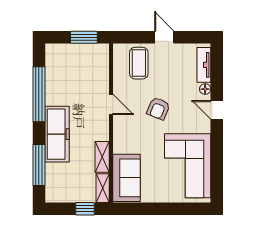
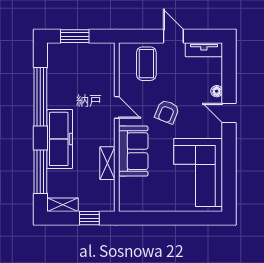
window: (84, 37) -> (75, 36), moved
tv unit: (204, 65) -> (204, 50), moved, turned -90
sofa: (126, 178) -> (133, 151), moved
shelving: (103, 188) -> (63, 205), moved, turned 90

